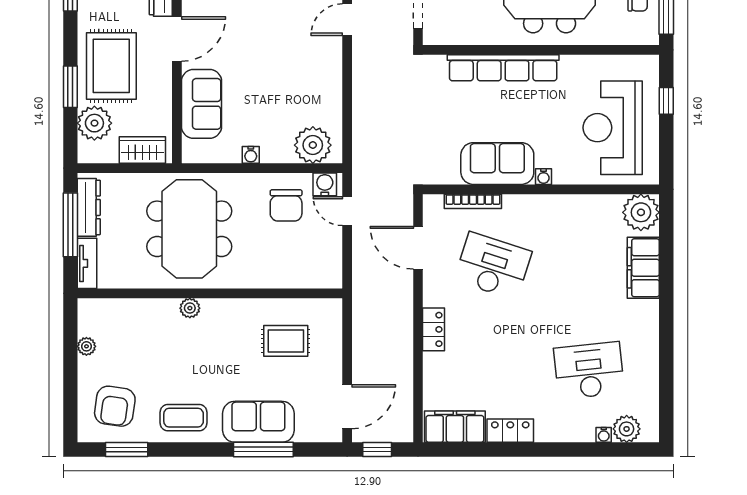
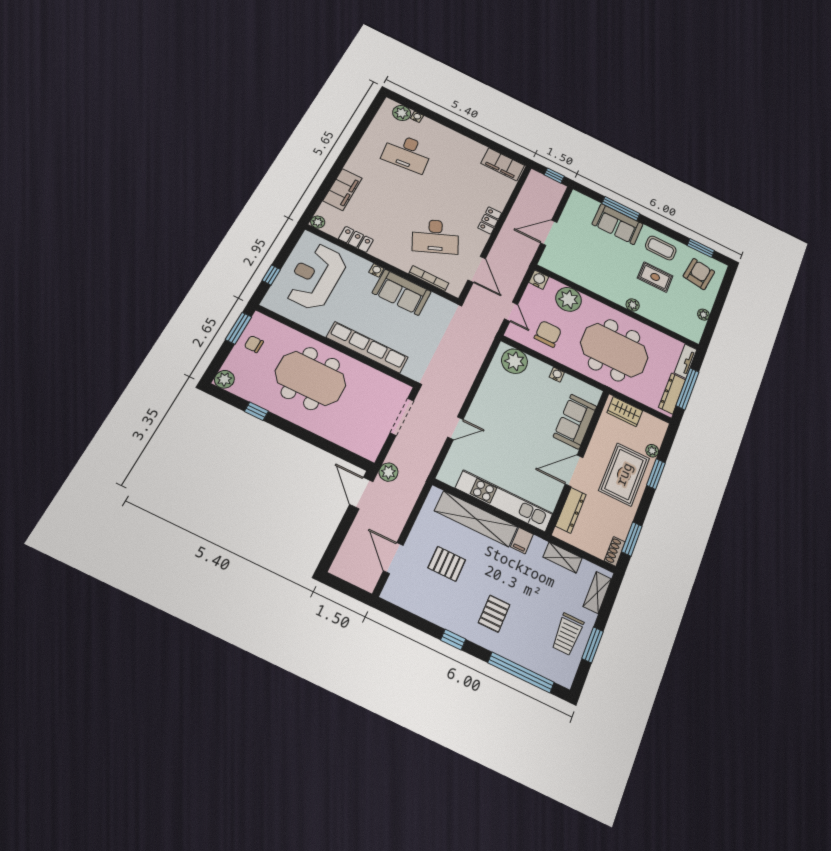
plant: (94, 123) -> (652, 451), width x0.53, depth x0.53
reception desk: (613, 128) -> (316, 277), turned 180
water cooler: (325, 184) -> (539, 280), moved, turned 180
plant: (641, 212) -> (318, 222), width x0.53, depth x0.53
meeting table: (189, 229) -> (614, 350), turned 90
desk: (493, 266) -> (435, 236), turned -42
plant: (279, 270) -> (569, 299), added
rug: (286, 341) -> (655, 277), moved
door: (347, 407) -> (549, 233), moved
locker: (510, 431) -> (356, 239), moved, turned 180

